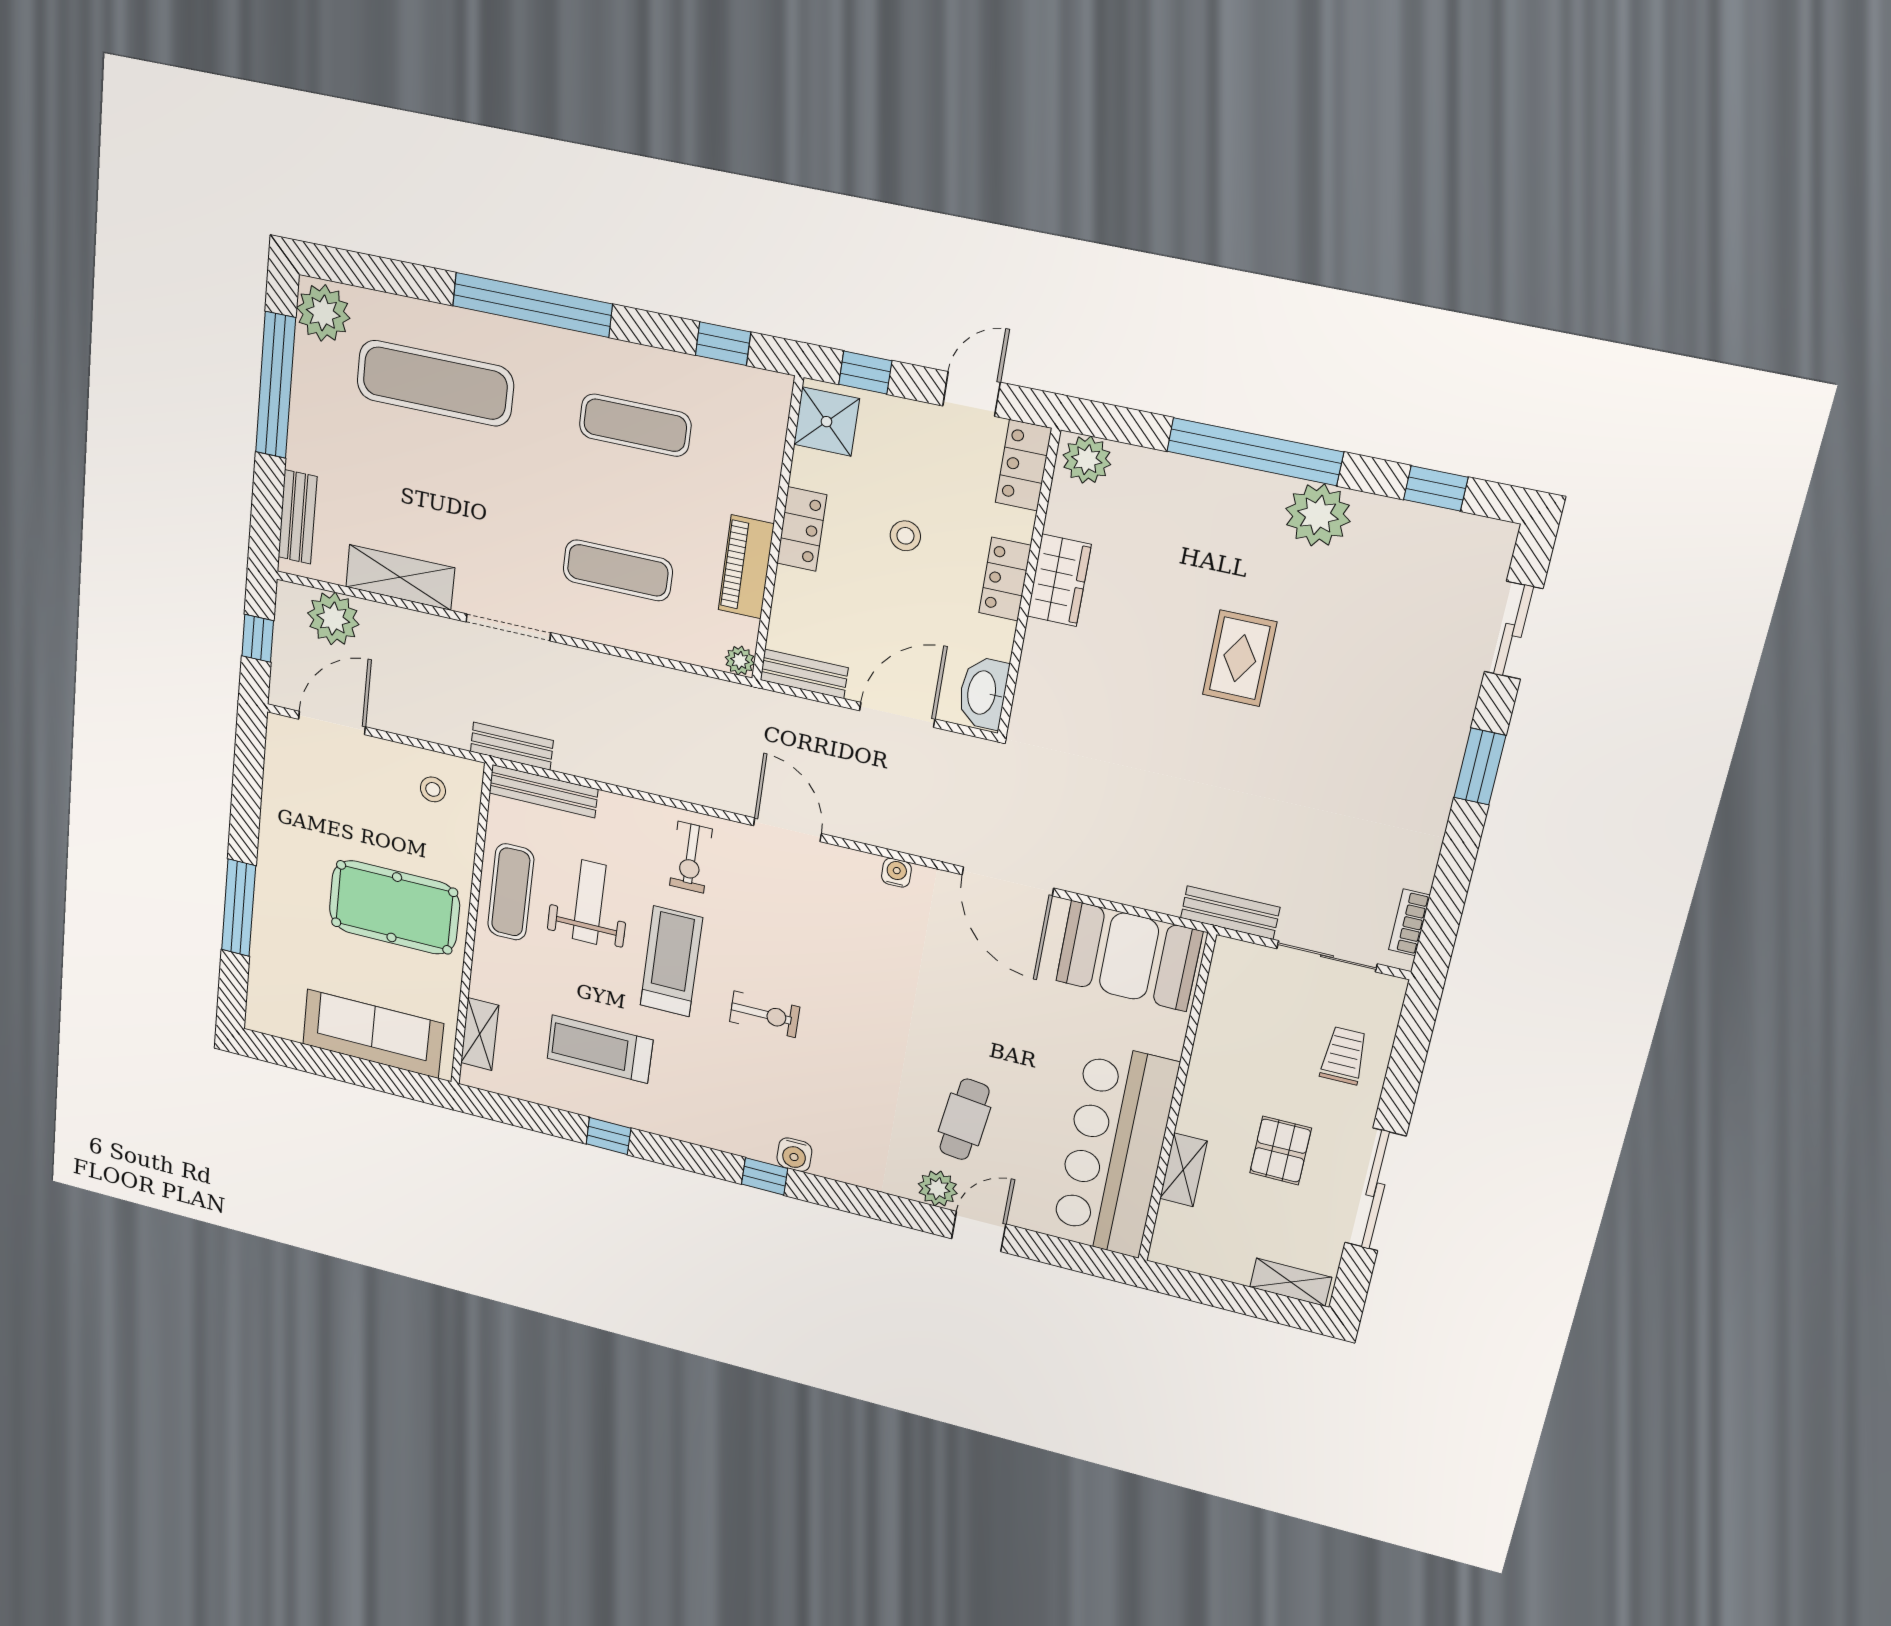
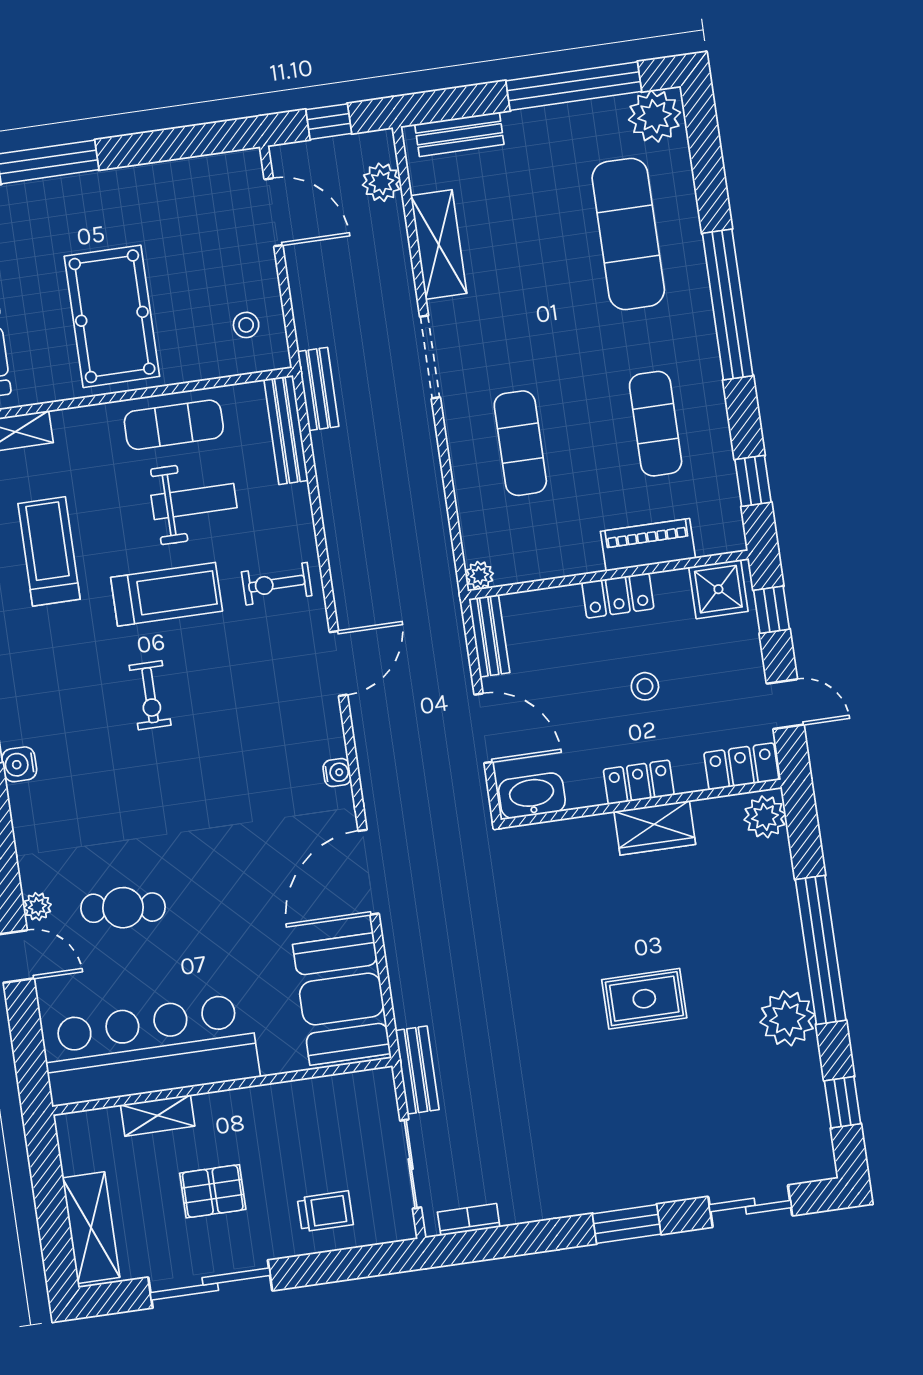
piano: (746, 567) -> (648, 545), moved
plant: (333, 619) -> (381, 182), width x0.73, depth x0.73
plant: (938, 1189) -> (37, 906), width x0.73, depth x0.73
shelving: (1291, 1282) -> (91, 1228), width x1.50, depth x1.33

